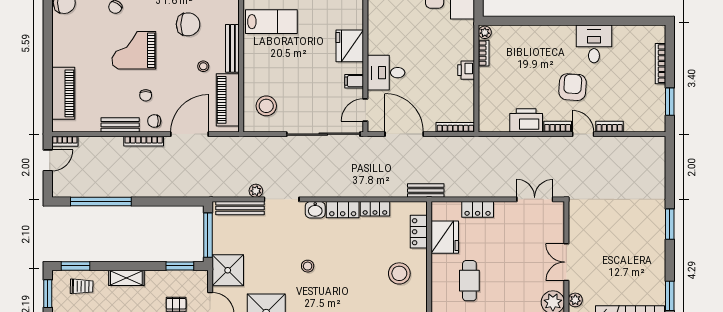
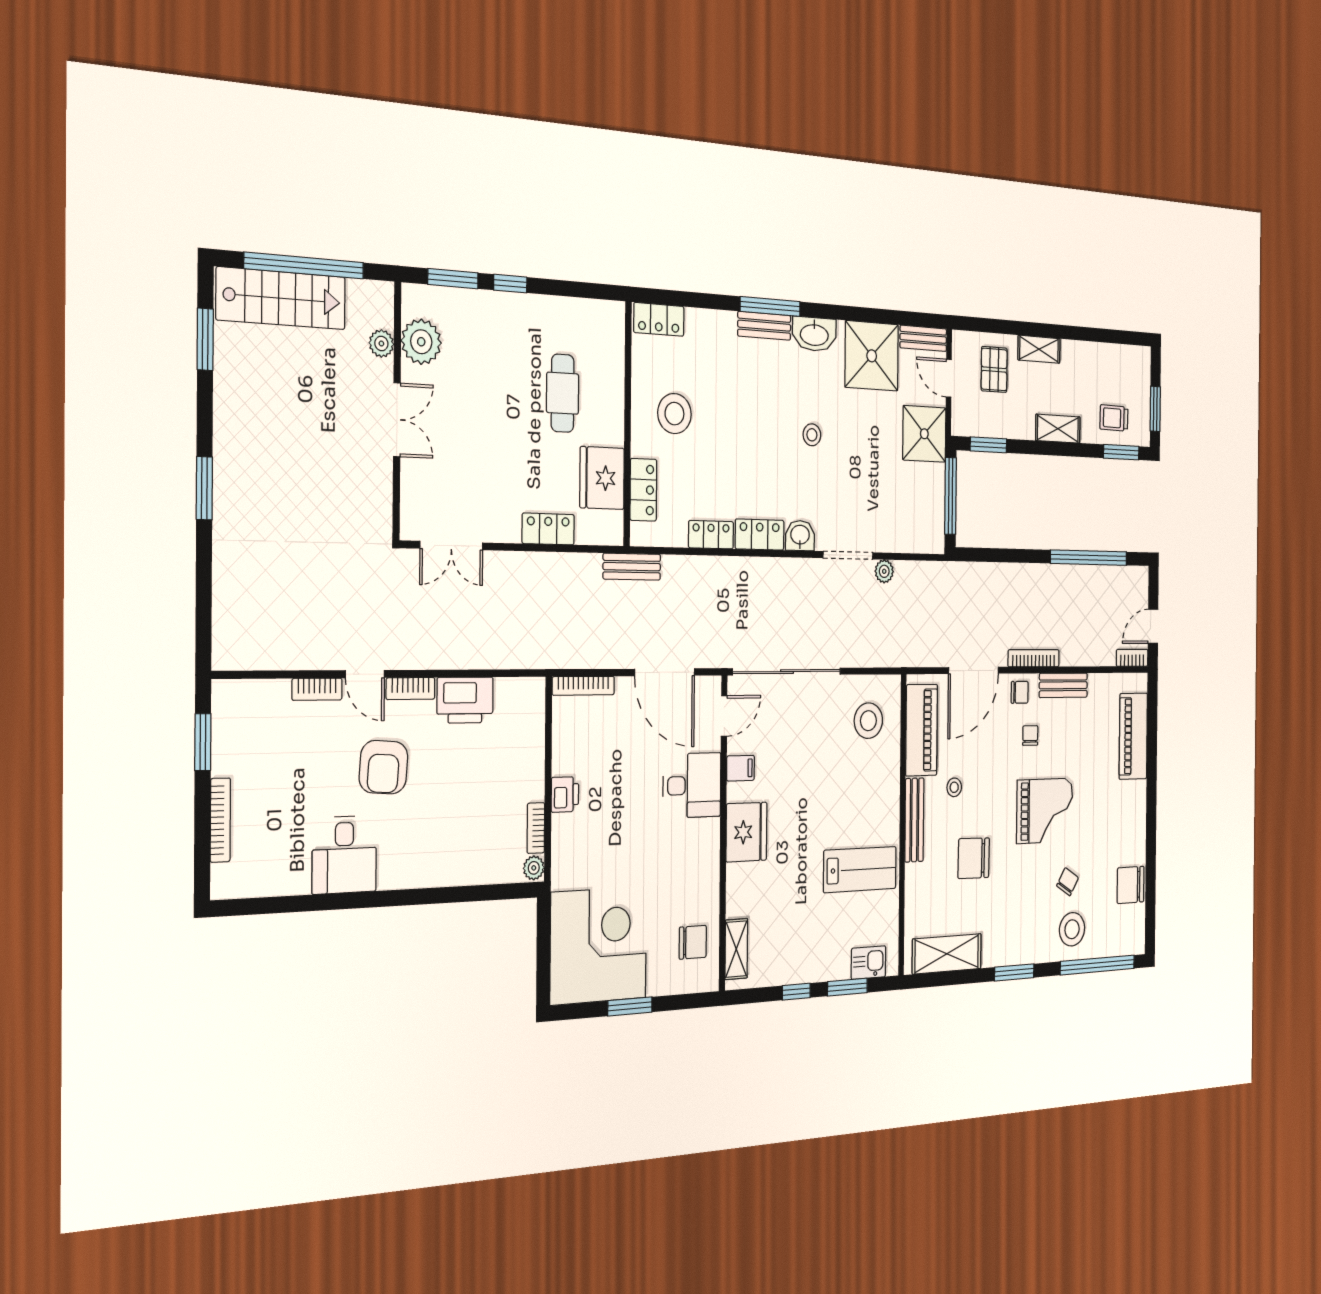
lab bench: (271, 22) -> (860, 869), turned 180
bench: (240, 208) -> (906, 541), removed

